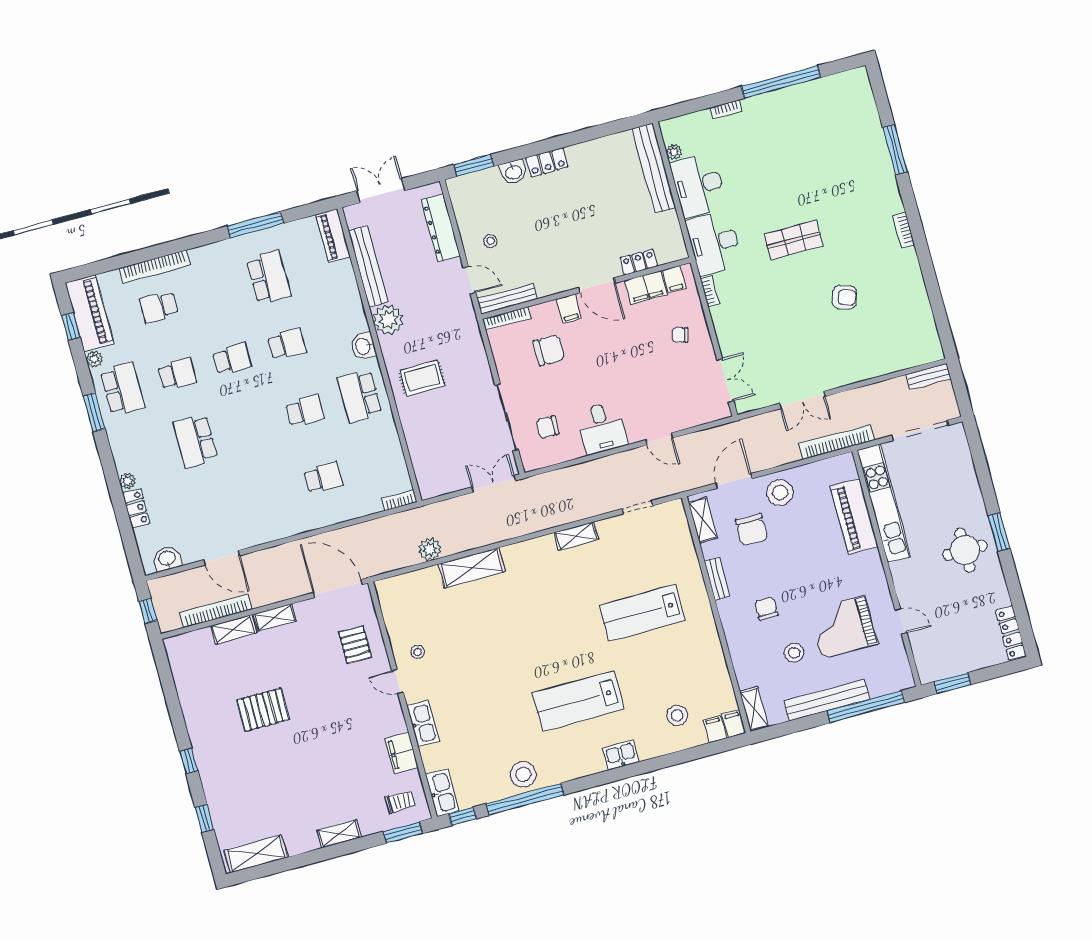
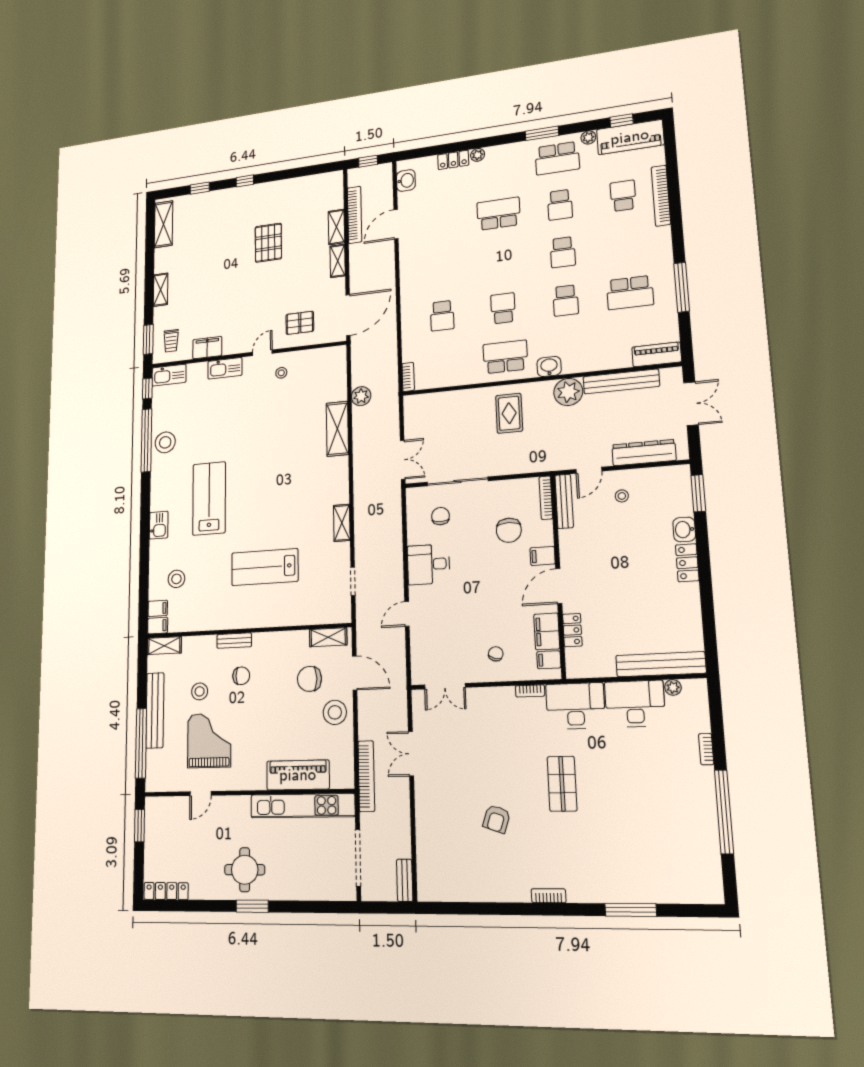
school desk: (305, 411) -> (503, 308), turned 180
bench: (717, 579) -> (234, 641), moved
lab bench: (642, 613) -> (265, 567), turned -90

